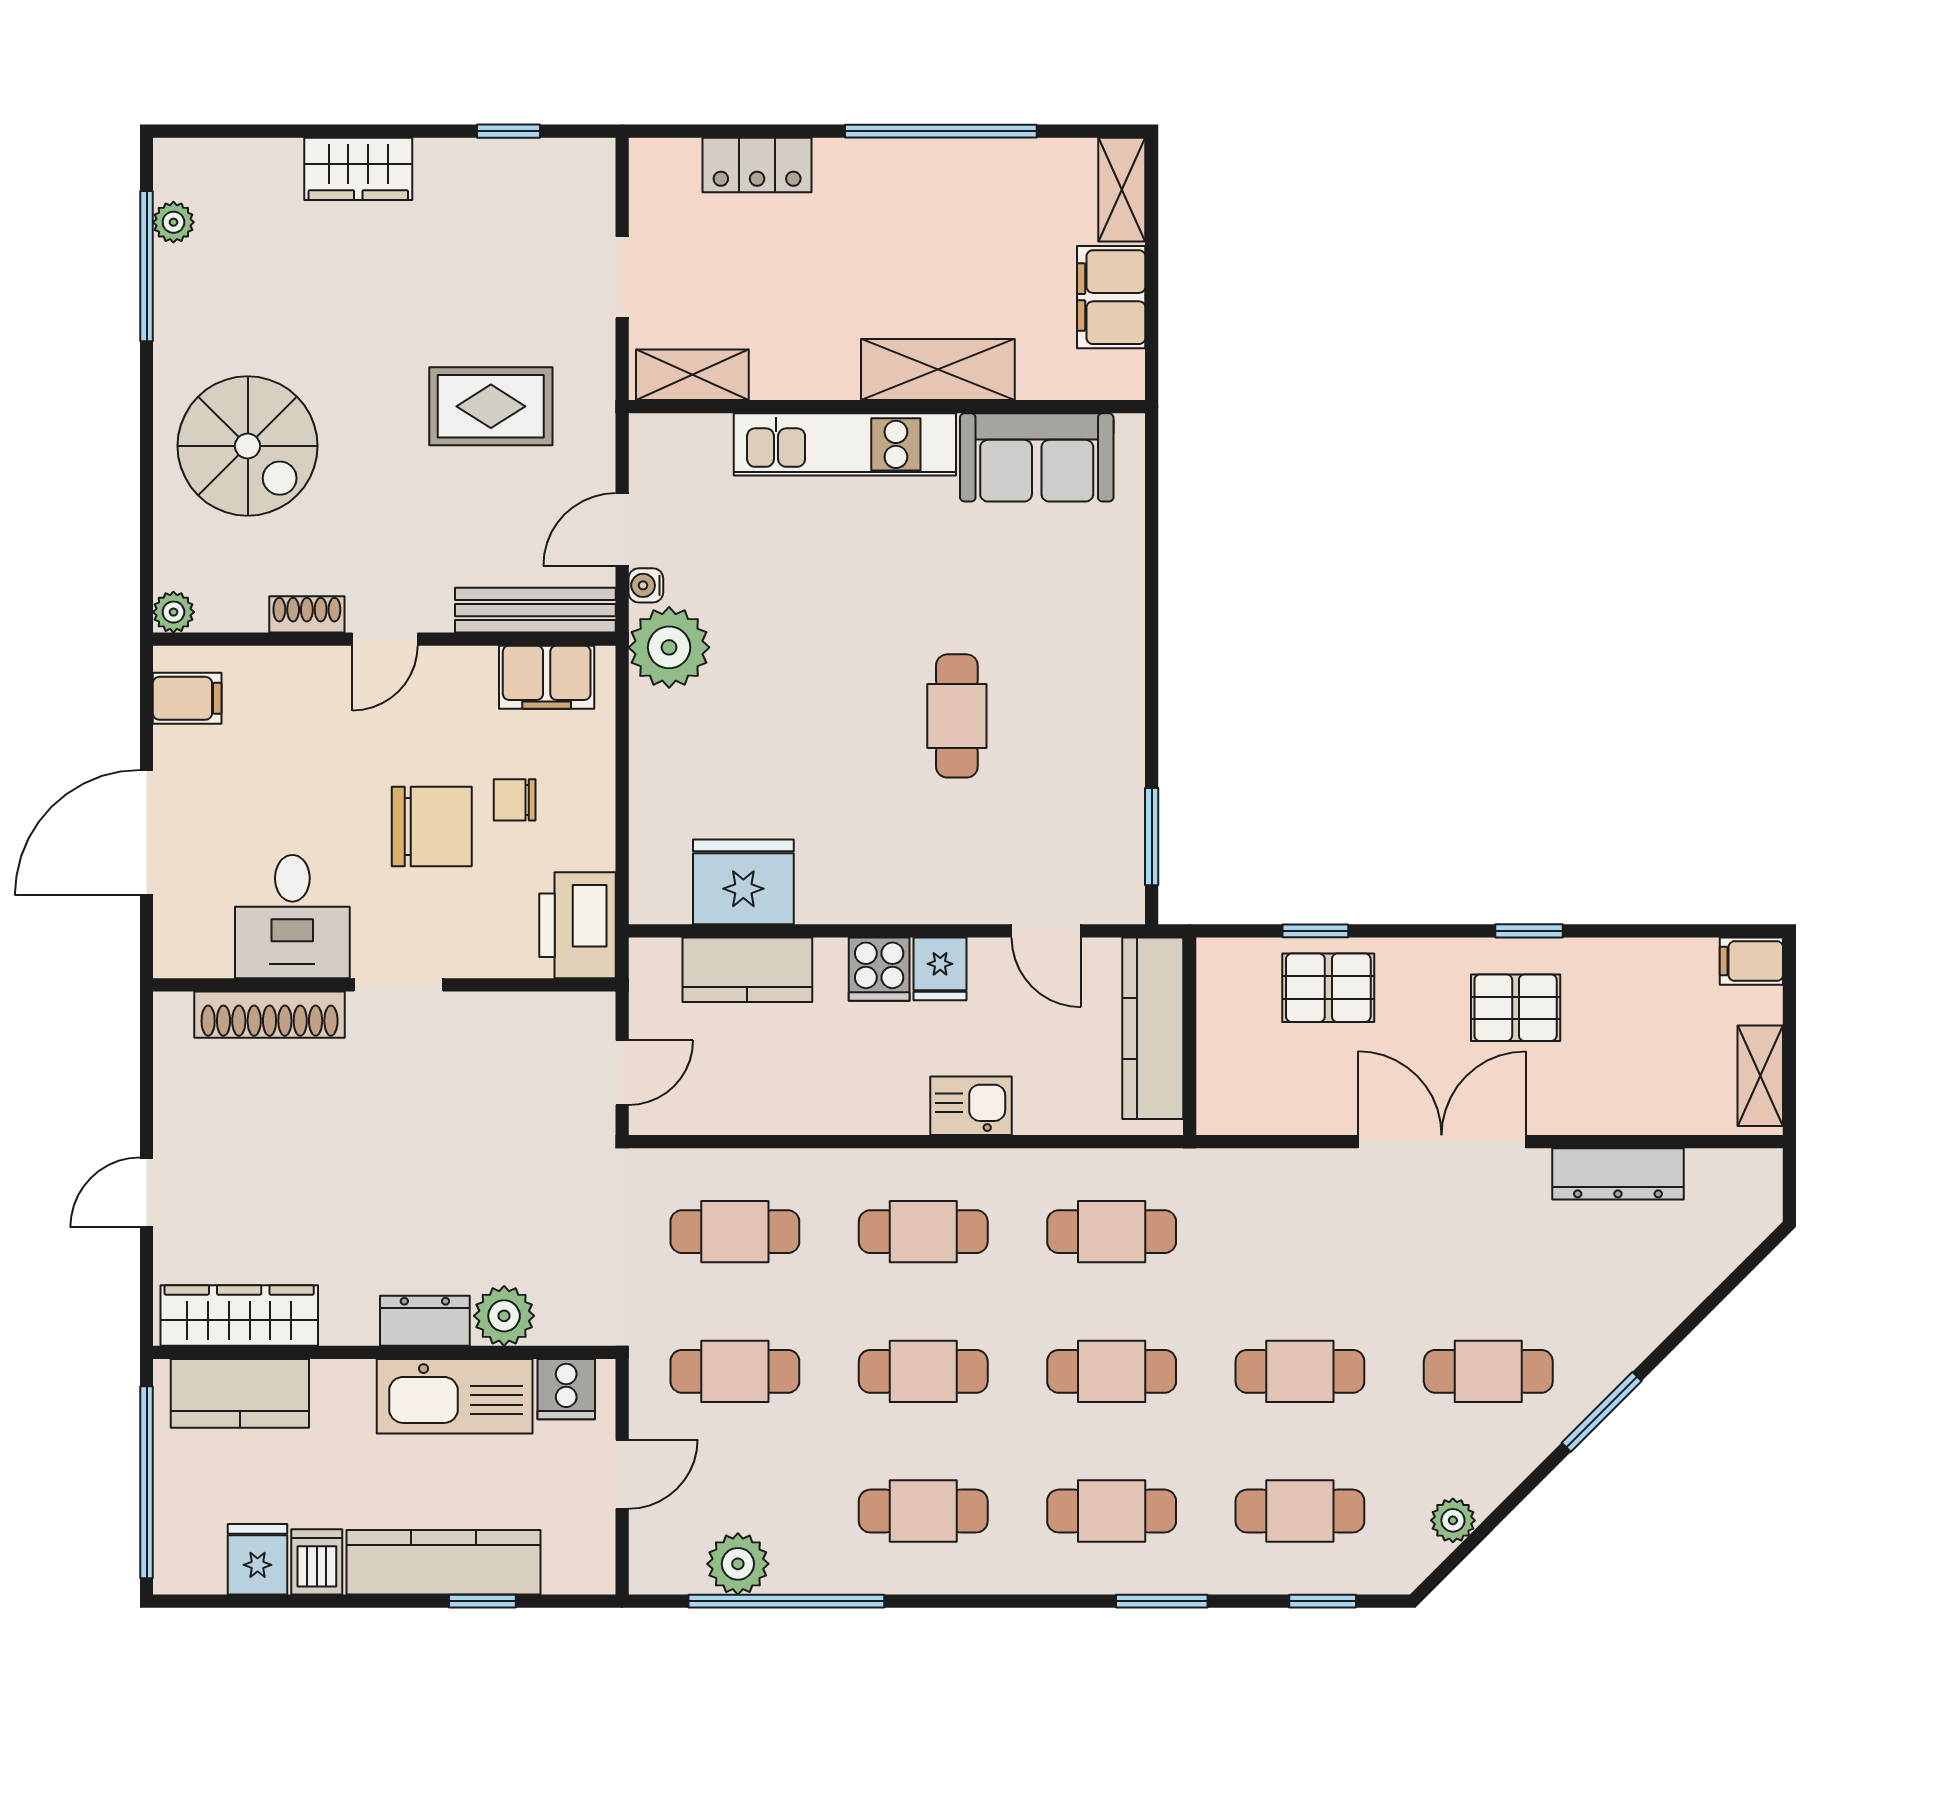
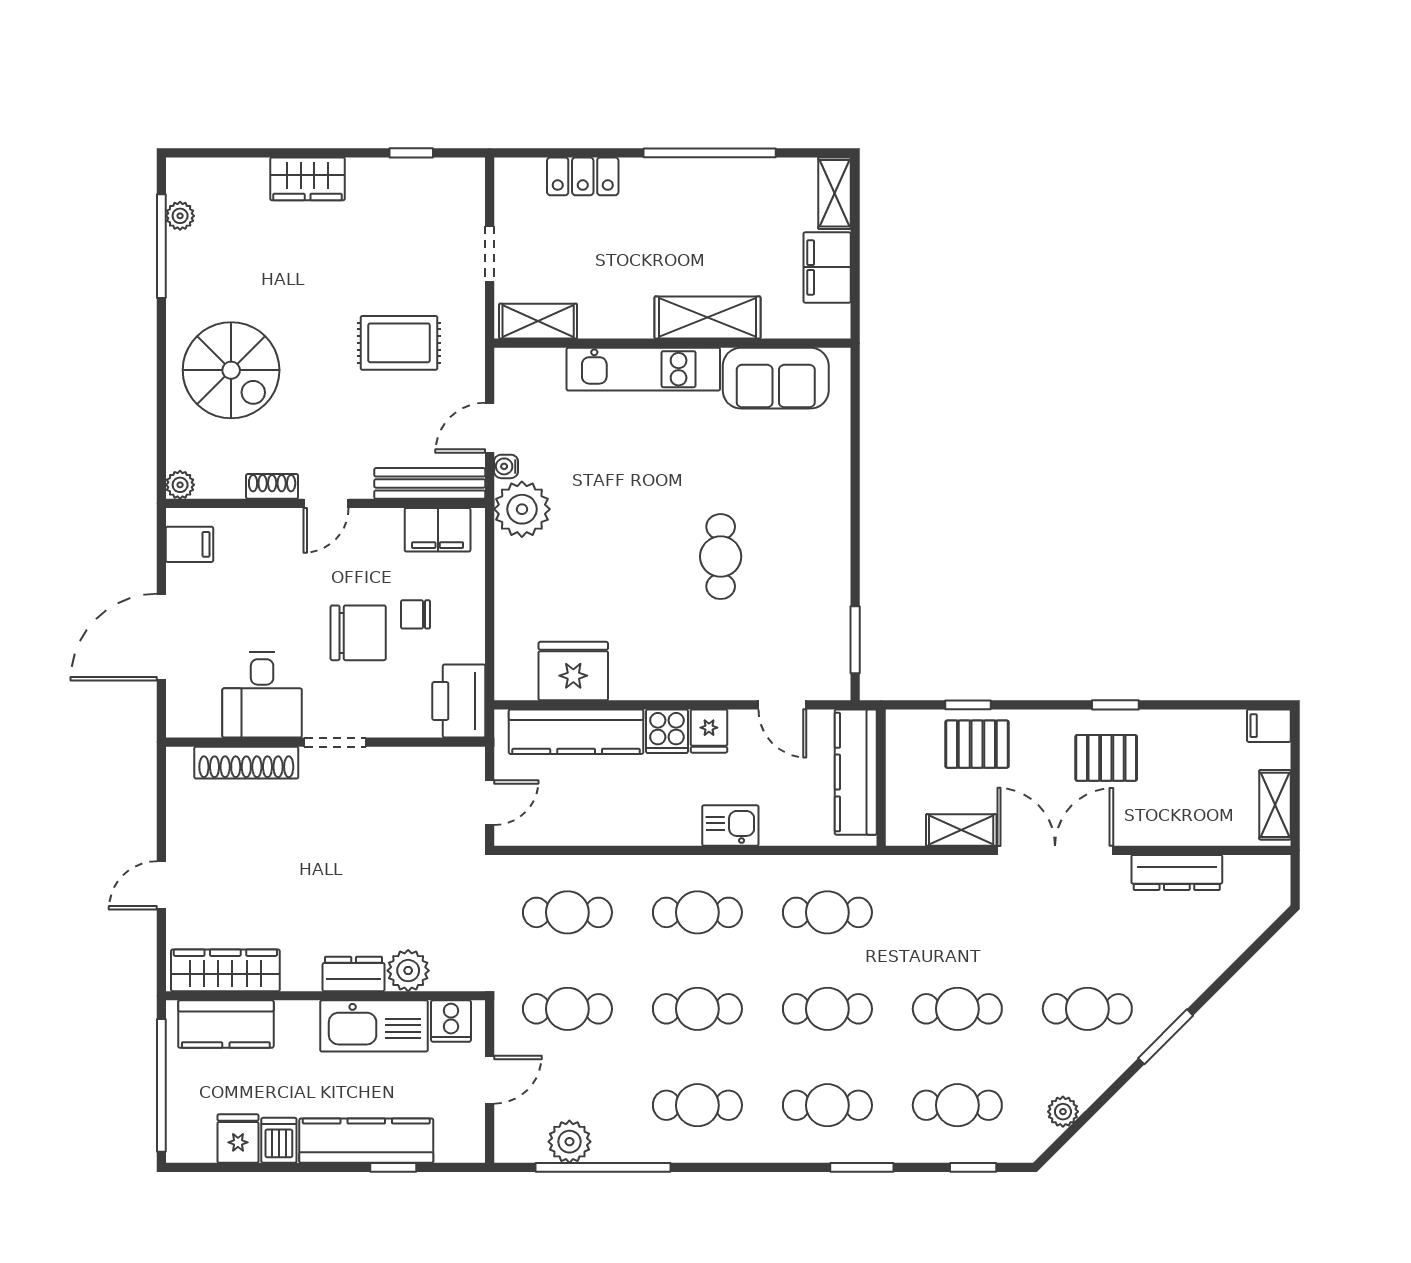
kitchen counter: (747, 970) -> (576, 732), width x1.50
shelving: (1305, 1112) -> (961, 830), added

